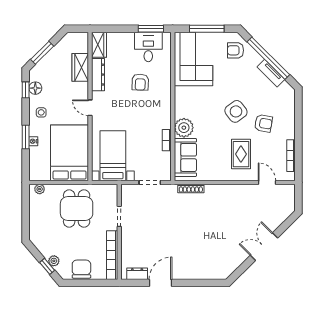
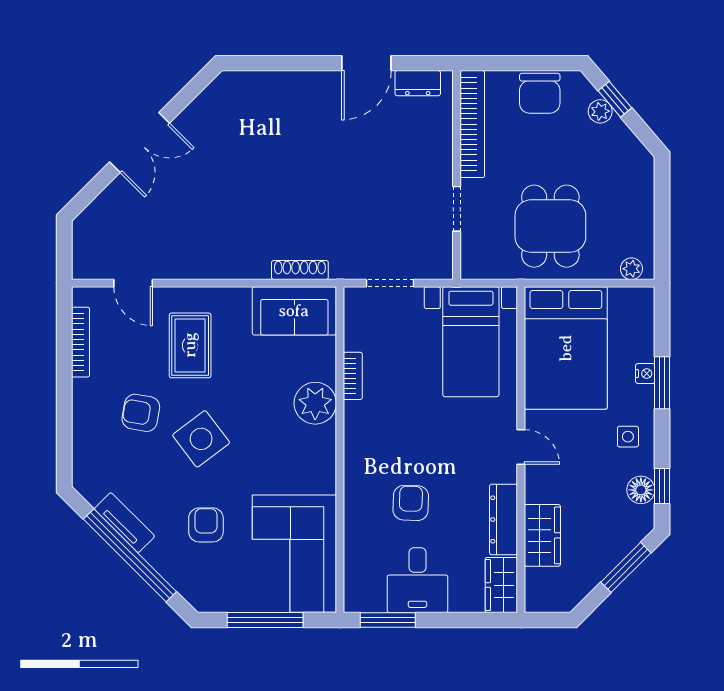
desk: (148, 47) -> (417, 580), moved
armchair: (236, 50) -> (206, 525), moved, turned -90
sofa: (185, 157) -> (294, 311), moved, turned -90

